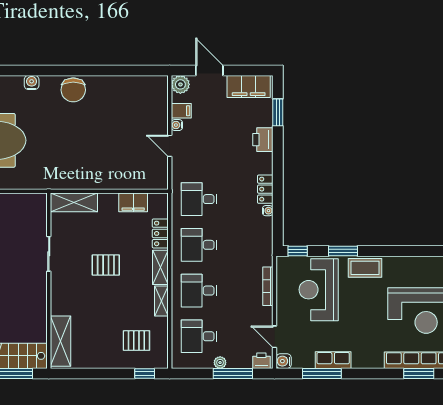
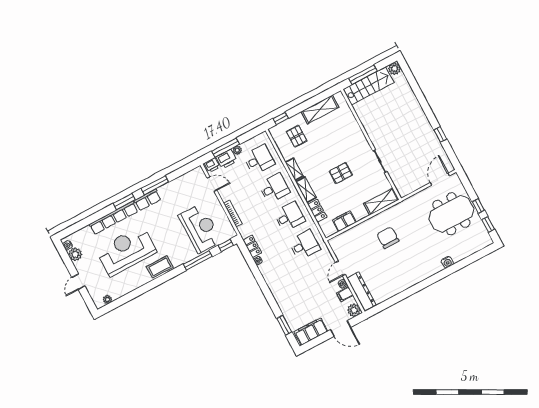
chair: (73, 90) -> (388, 238), moved
dresser: (159, 103) -> (361, 291), added
printer: (263, 140) -> (226, 159), moved, turned 90
door: (170, 146) -> (340, 268), swing flipped
locker: (265, 189) -> (252, 246), moved
window: (343, 251) -> (198, 260), width x1.44
coffee table: (365, 268) -> (160, 267), moved
shelving: (60, 341) -> (320, 109), moved, turned 90
pallet: (136, 341) -> (297, 136), turned 90
row of seats: (333, 360) -> (148, 200), moved
water cooler: (284, 361) -> (198, 172), removed
window: (322, 373) -> (155, 185), moved
window: (419, 373) -> (124, 202), moved

